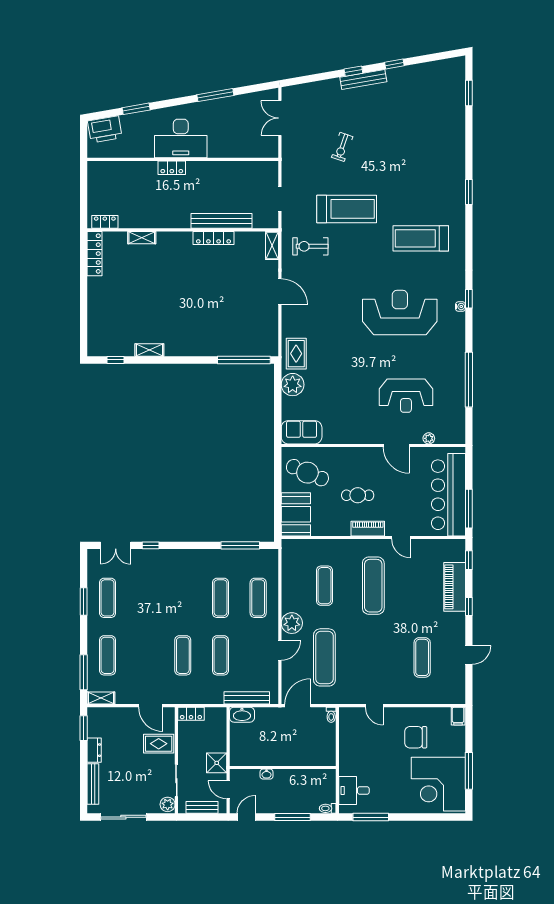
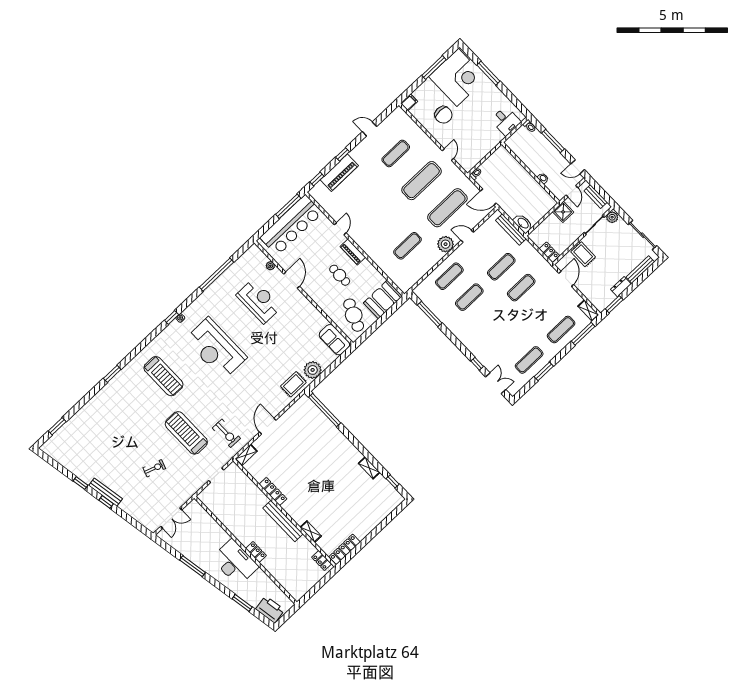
bench: (222, 221) -> (283, 521), moved
exercise mat: (373, 586) -> (422, 181), moved
window: (371, 817) -> (488, 73), moved

